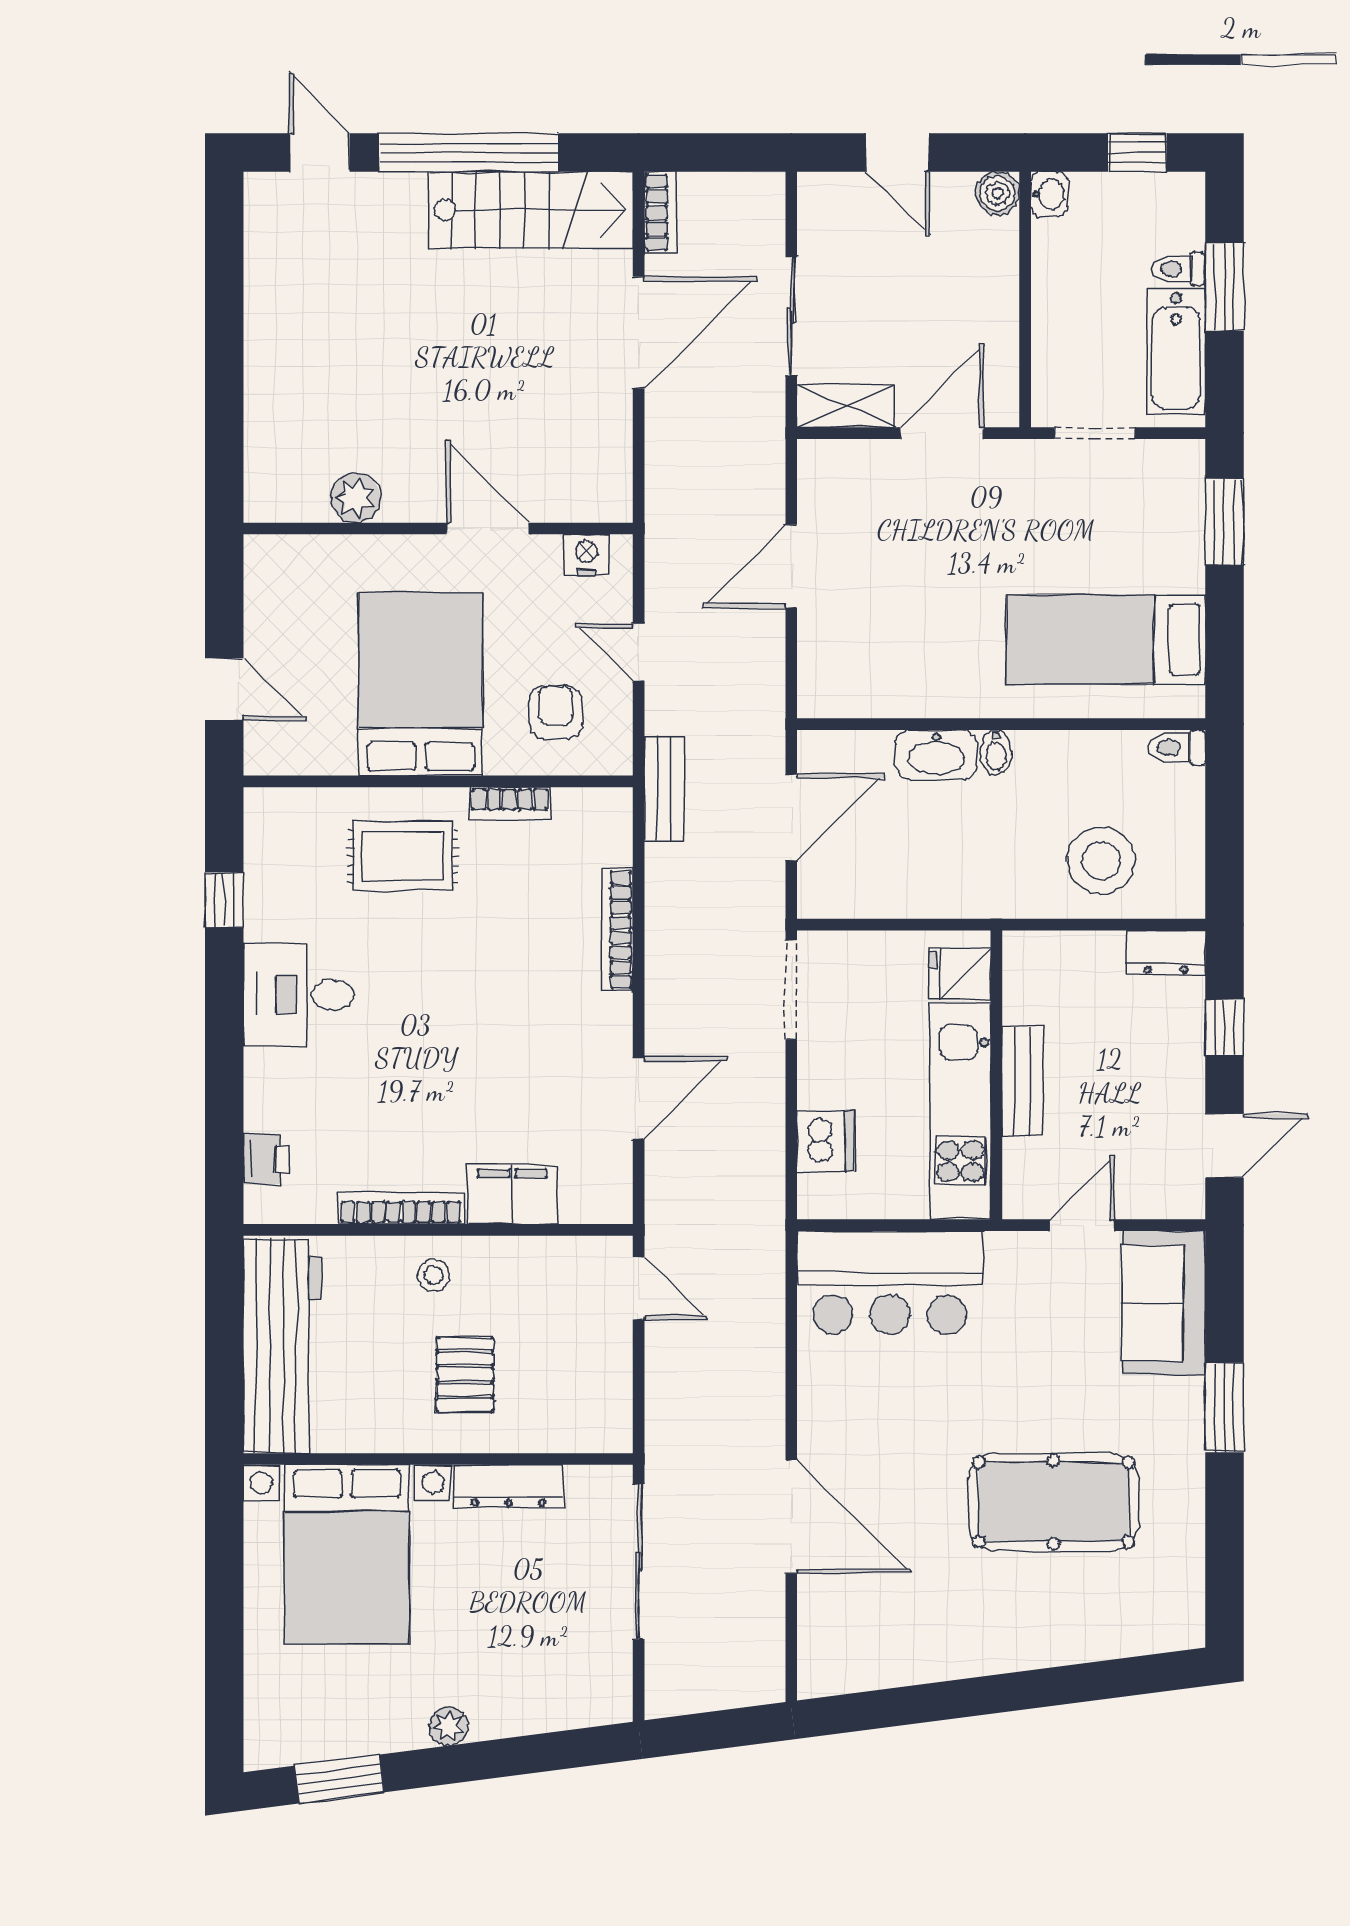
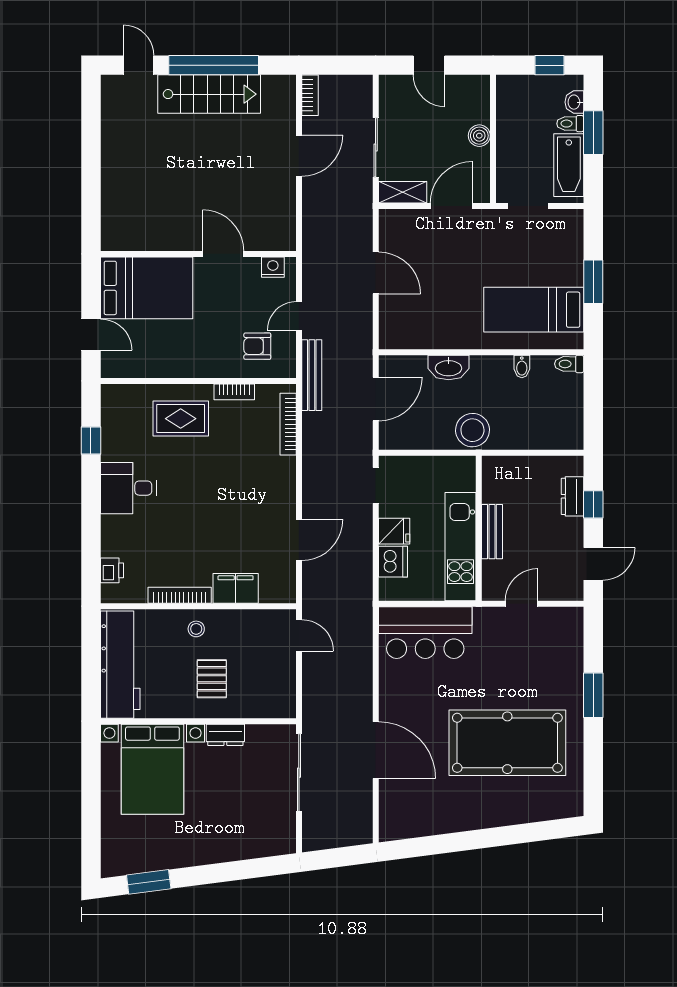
boiler: (998, 193) -> (479, 136), moved
washbasin: (1049, 194) -> (574, 102), moved, turned 180
stairs: (531, 210) -> (209, 94), moved
door: (639, 333) -> (299, 156), width x0.73
plant: (355, 498) -> (157, 239), removed
window: (1225, 522) -> (593, 282), moved
door: (791, 566) -> (376, 273), swing flipped
door: (639, 652) -> (299, 316), hinge flipped
bed: (421, 684) -> (147, 288), moved, turned 90
armchair: (556, 712) -> (257, 346), turned -90
bidet: (996, 753) -> (522, 366), moved
bench: (664, 788) -> (312, 375), width x1.36
stool: (1101, 861) -> (472, 430), moved
bookcase: (617, 930) -> (288, 424), moved
dresser: (1166, 952) -> (572, 496), moved, turned 90
fridge: (960, 974) -> (394, 531), moved, turned 180
doorway: (791, 990) -> (376, 485), width x0.73
sofa: (1164, 1303) -> (563, 643), removed
dresser: (509, 1486) -> (225, 735), width x0.70
pool table: (1054, 1502) -> (507, 743), width x1.36, depth x1.32
plant: (448, 1726) -> (204, 855), removed

